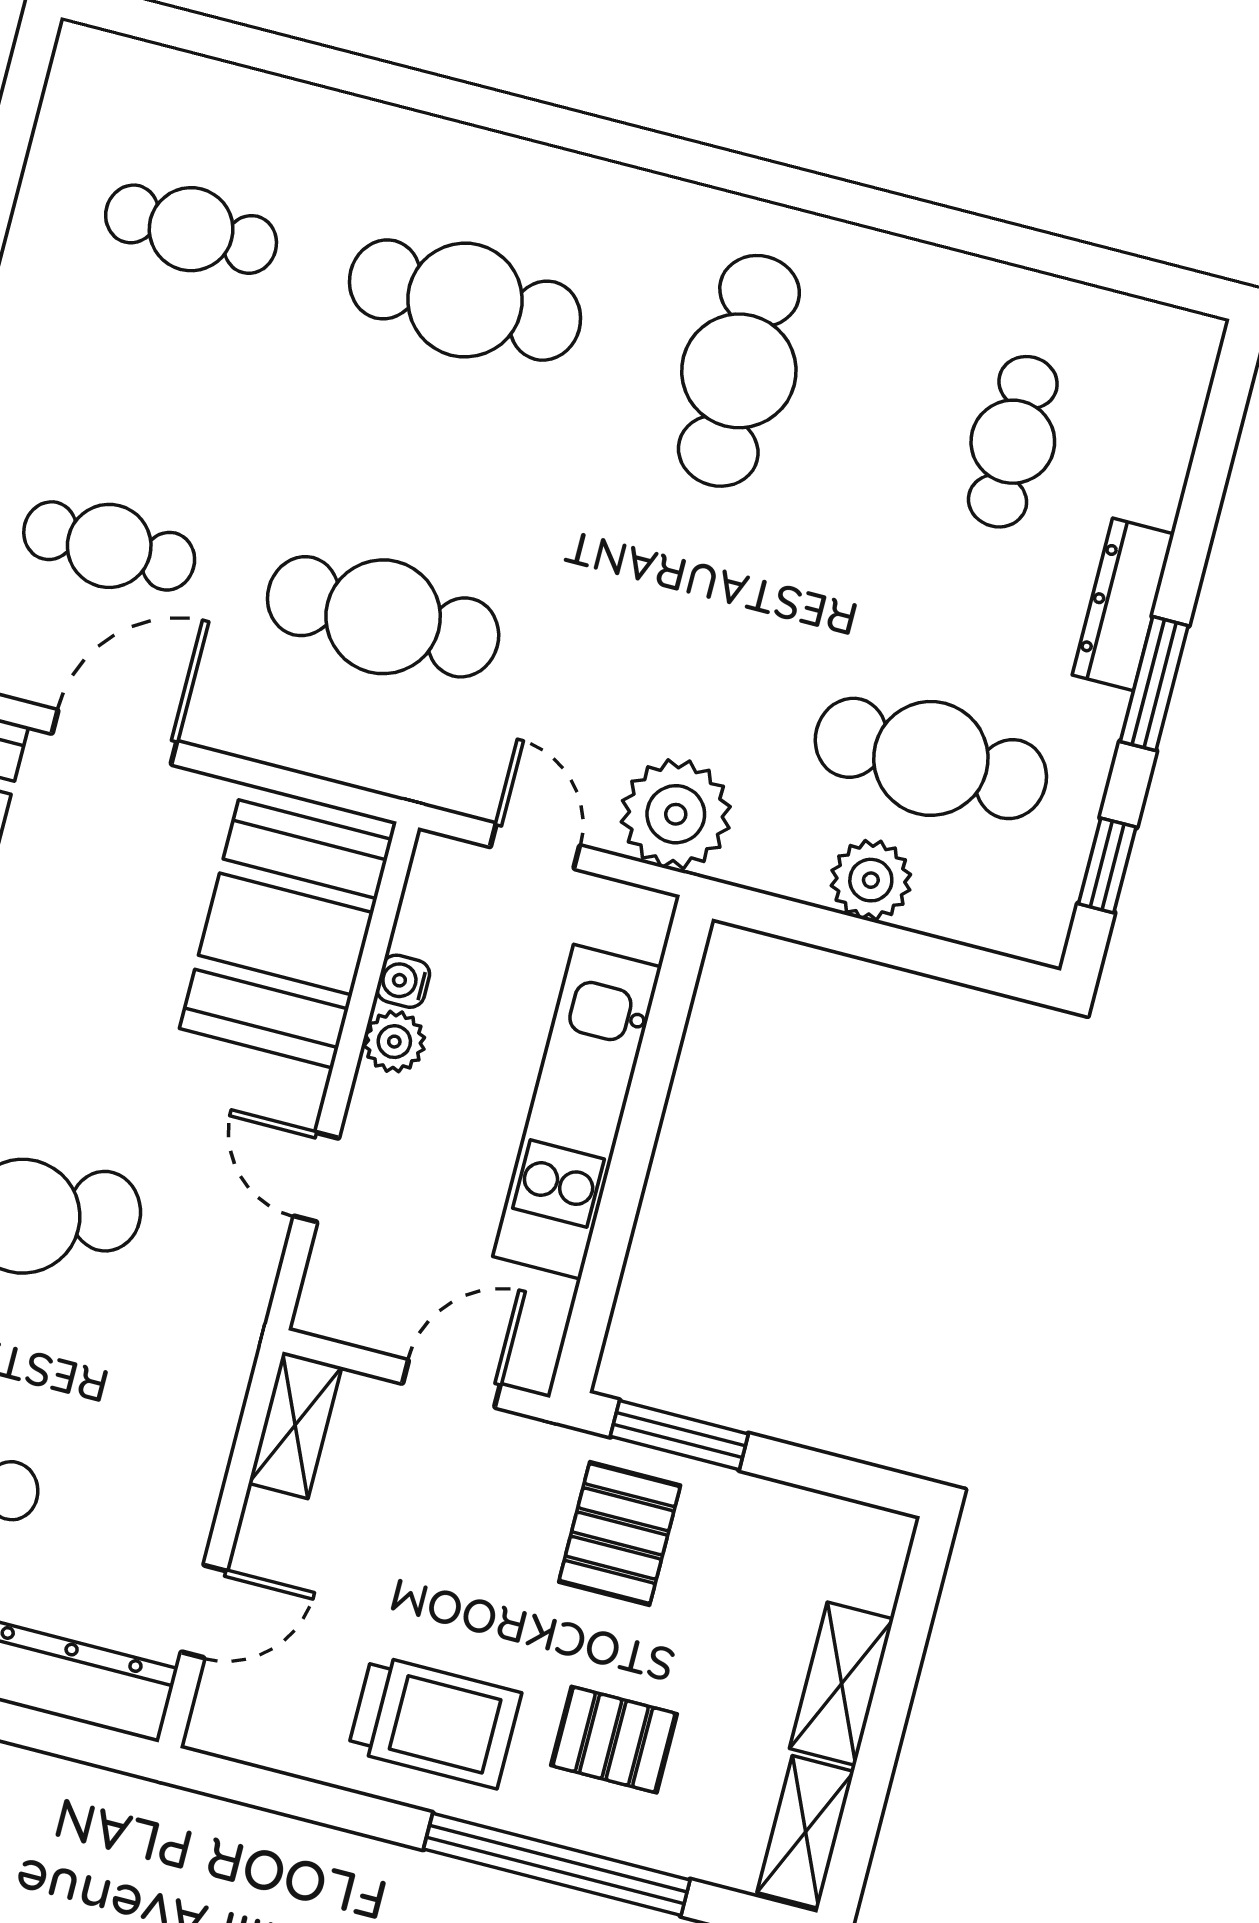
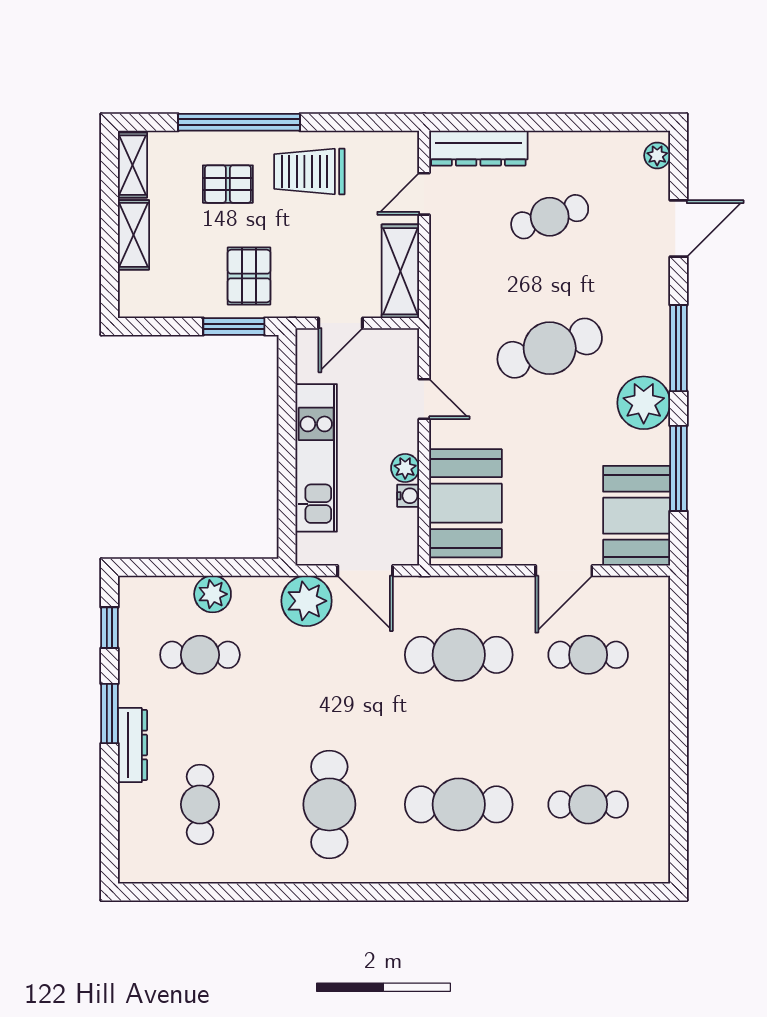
cafe table: (931, 758) -> (200, 655), width x0.73, depth x0.74
door: (535, 846) -> (365, 571), width x1.38
shelving: (295, 1425) -> (400, 271), width x1.50, depth x1.33

